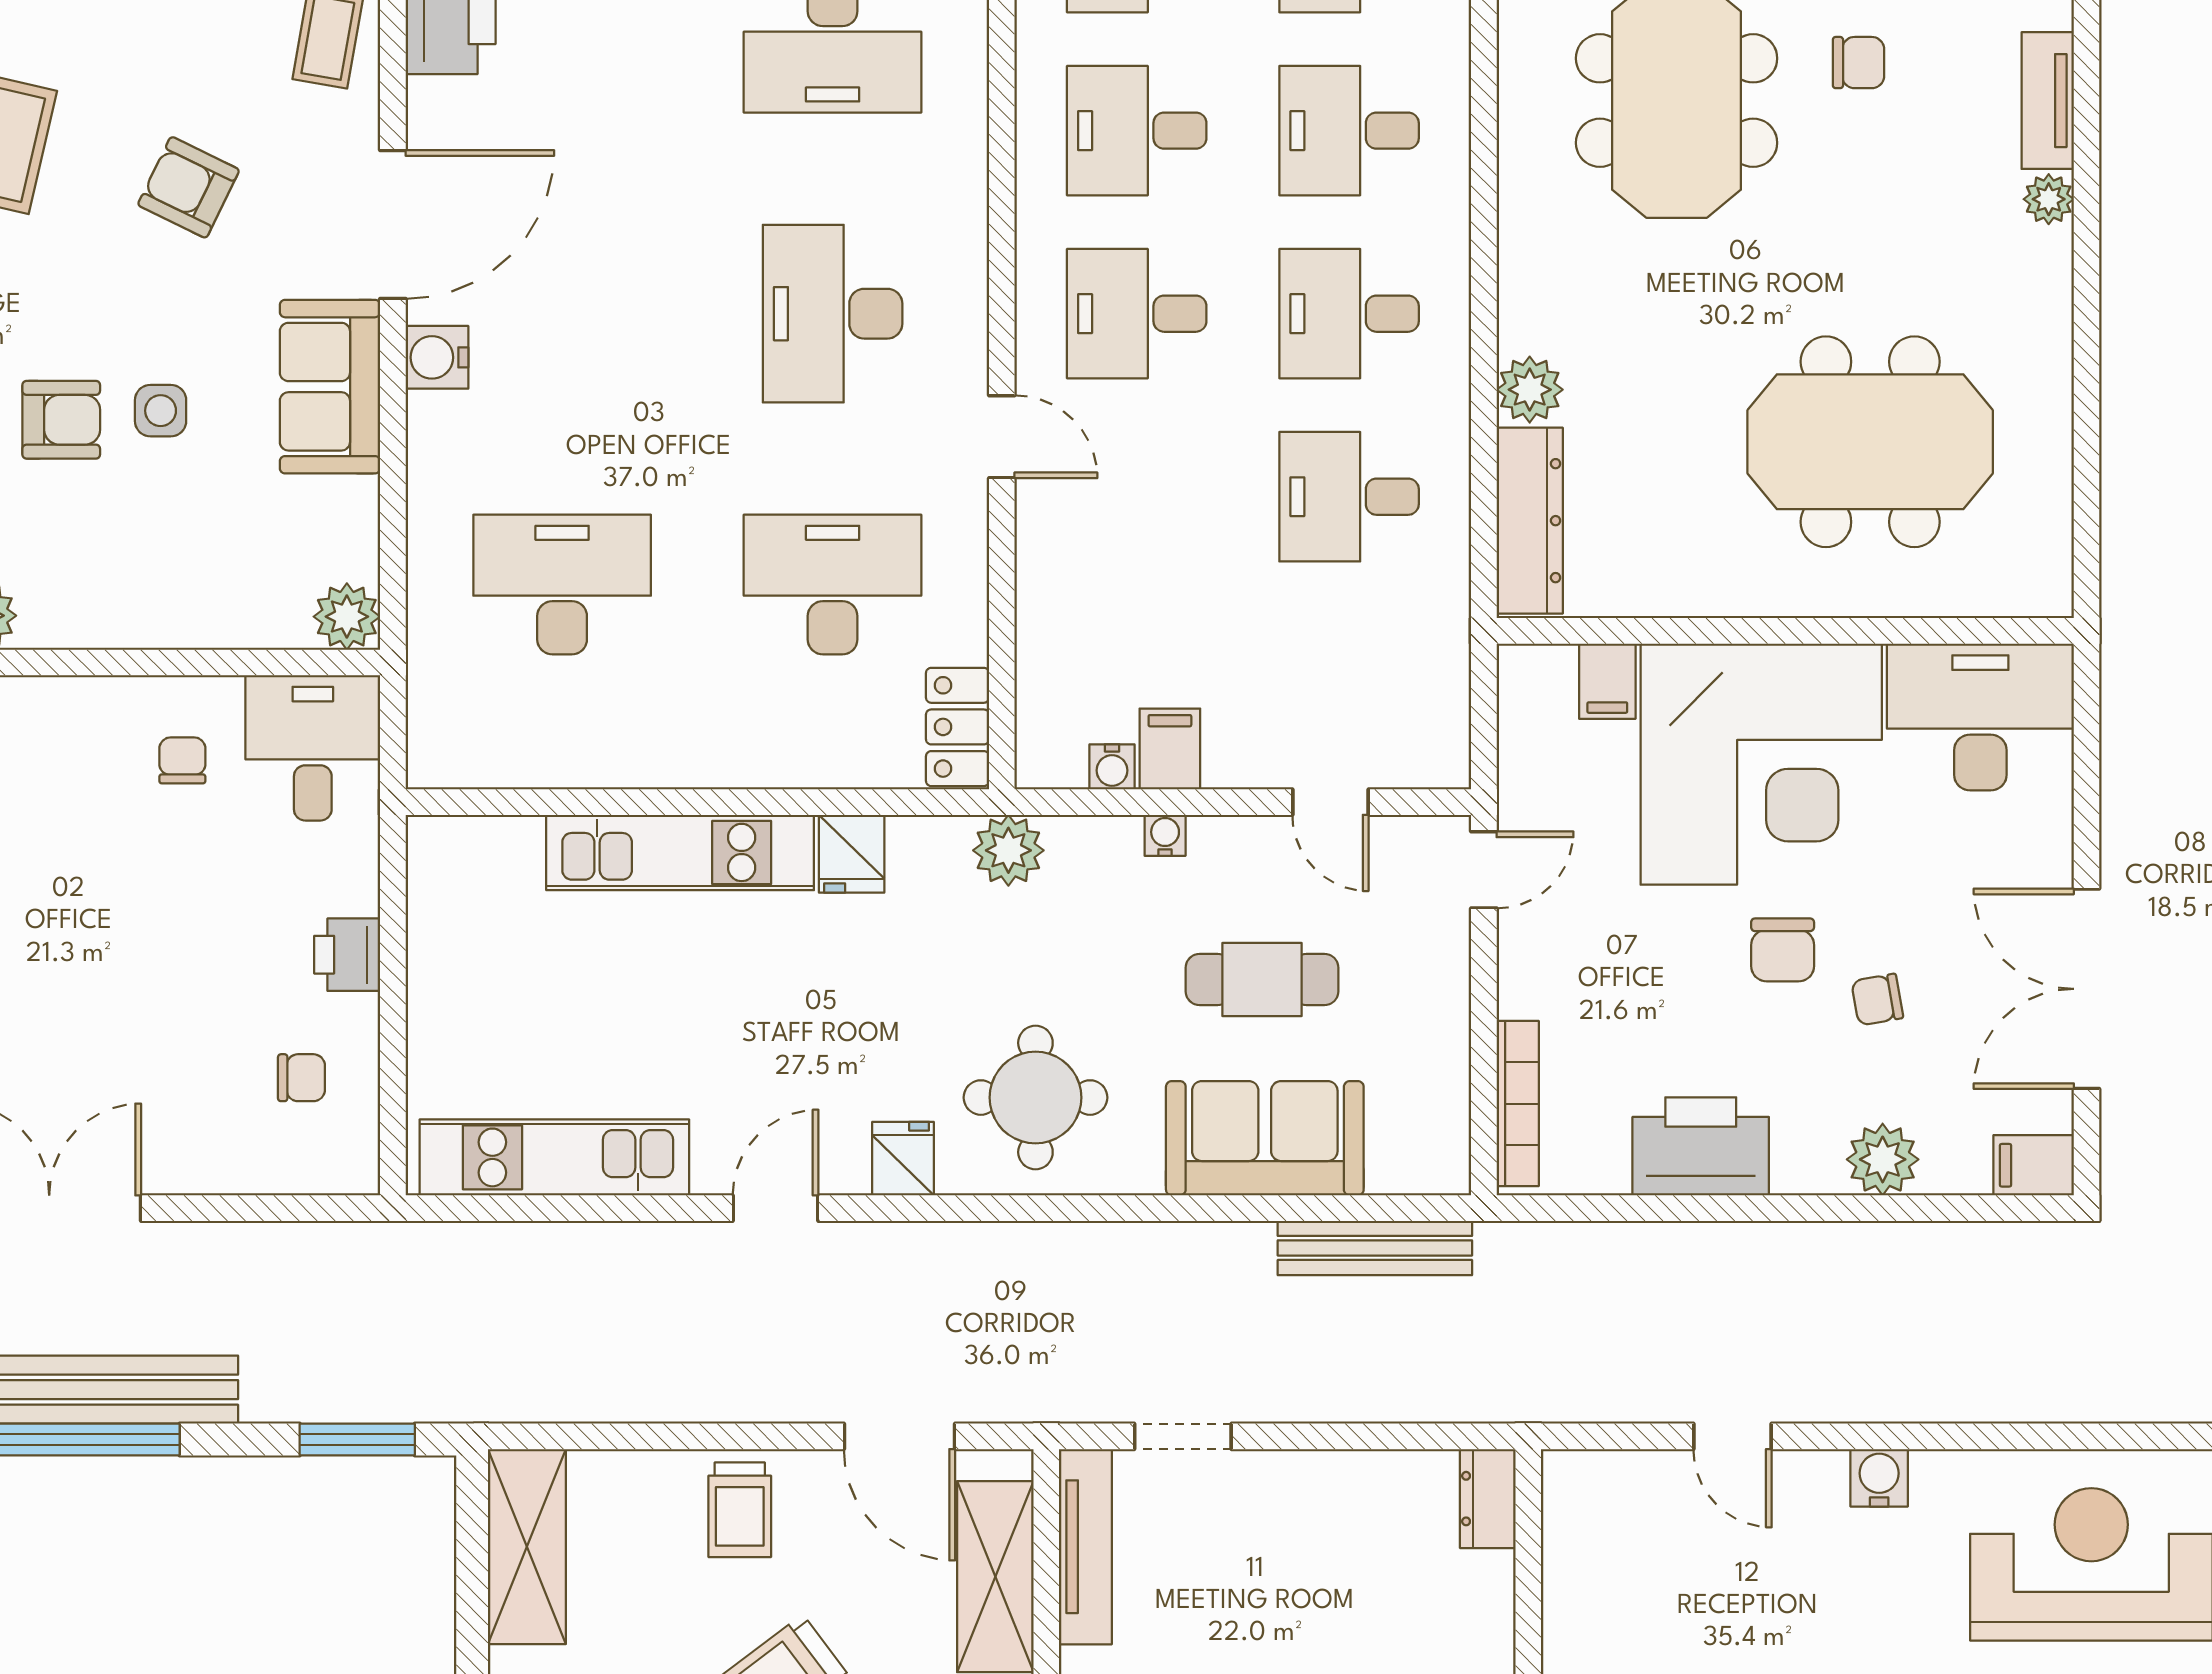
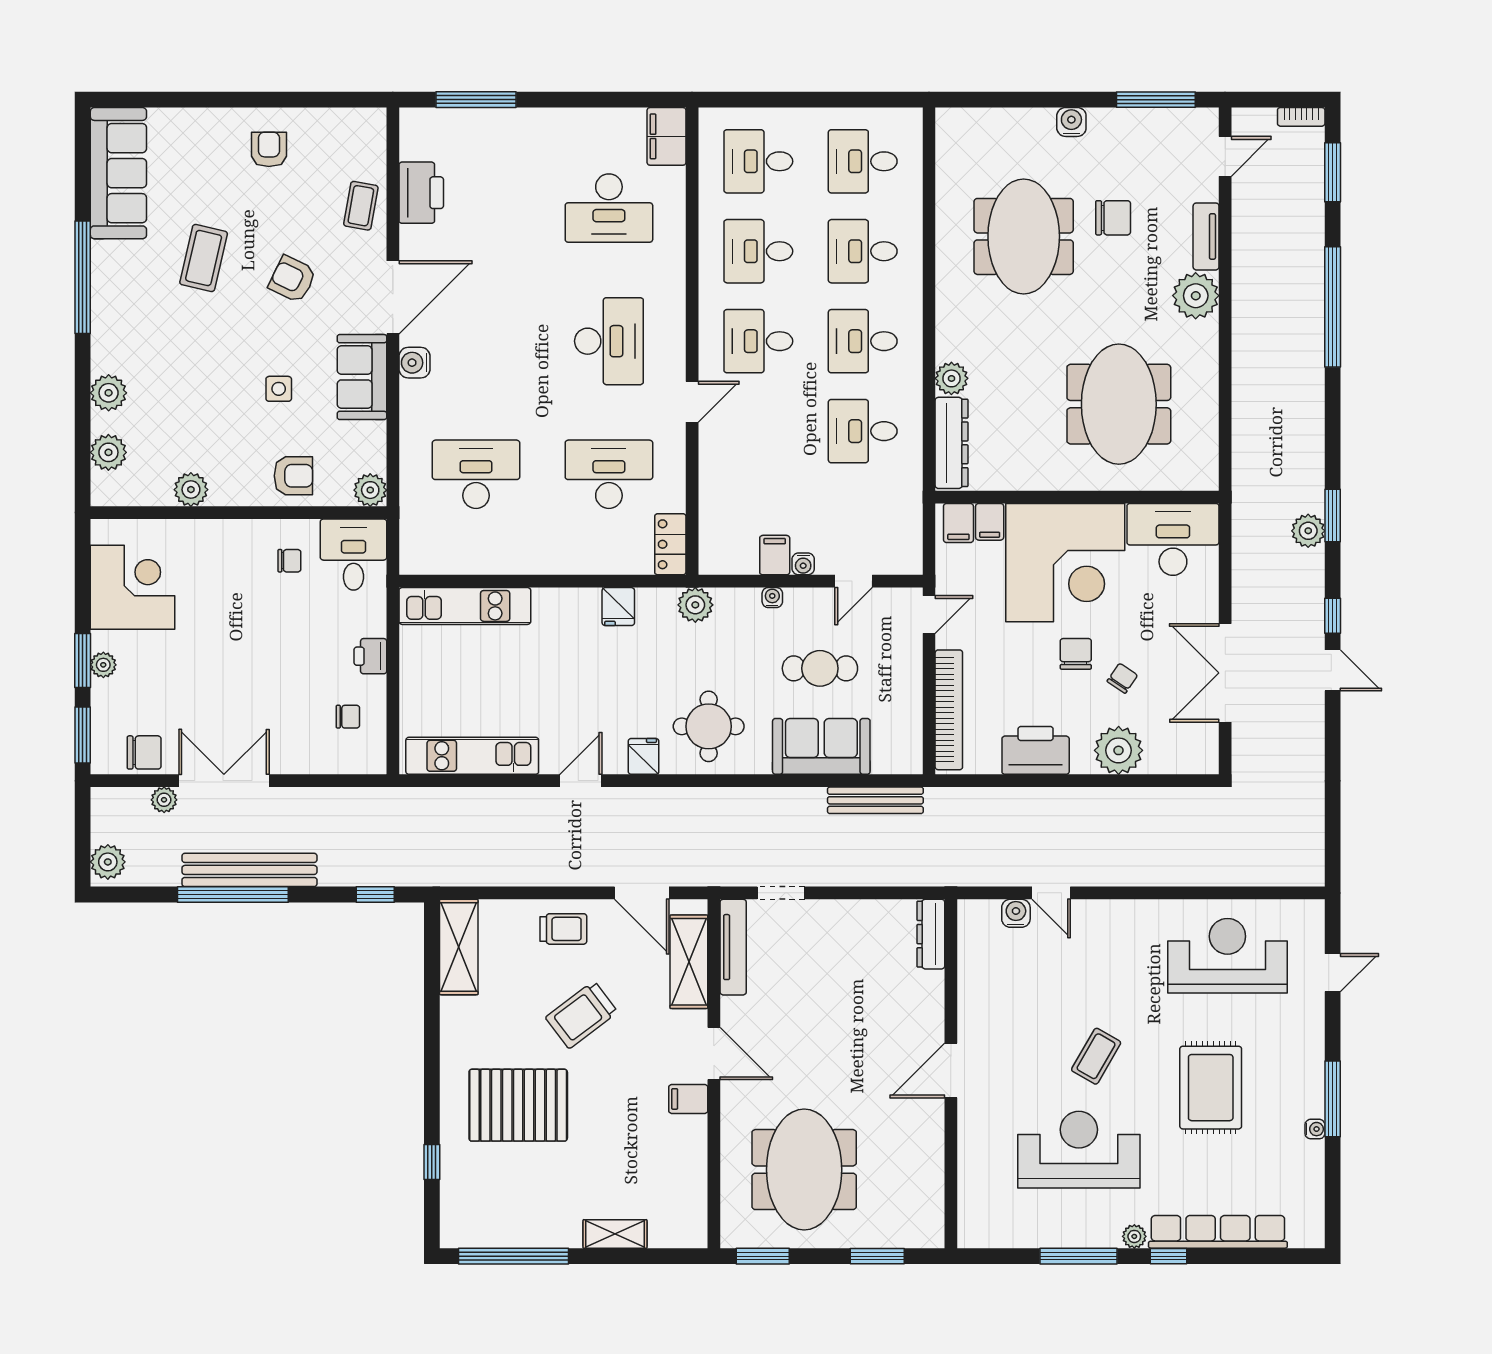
chair: (1858, 63) -> (1113, 218), width x1.37, depth x1.37
plant: (2049, 199) -> (1196, 296), width x1.88, depth x1.88
desk: (833, 314) -> (609, 341), turned 180
armchair: (61, 420) -> (293, 476), moved
door: (1002, 437) -> (692, 402), hinge flipped
meeting table: (1870, 442) -> (1119, 404), turned 90
chair: (182, 760) -> (289, 561), turned 90
water cooler: (1112, 767) -> (803, 564), moved
door: (1330, 802) -> (854, 581), hinge flipped
kitchen unit: (680, 852) -> (465, 606), moved
chair: (1783, 950) -> (1076, 654), turned 180
chair: (1877, 1000) -> (1122, 678), turned 134
bookcase: (1518, 1104) -> (949, 710), width x1.48, depth x1.31
plant: (1883, 1159) -> (1119, 750), width x1.36, depth x1.36
filing cabinet: (2034, 1165) -> (958, 523), moved, turned -90
window: (357, 1440) -> (375, 894), width x0.67
water cooler: (1879, 1478) -> (1016, 913), moved
dresser: (1488, 1499) -> (931, 934), width x1.44
trolley: (740, 1510) -> (563, 929), turned -90

